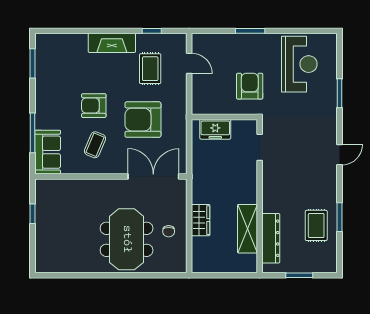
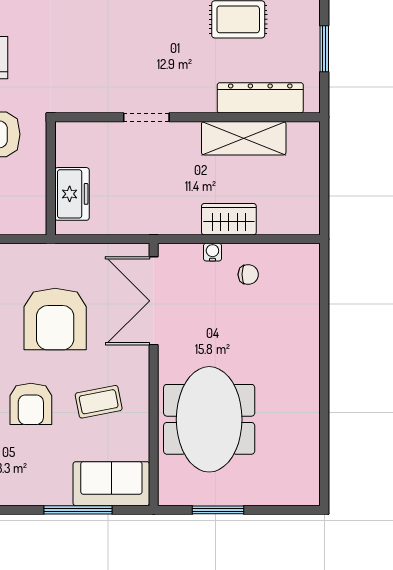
coffee table: (95, 145) -> (99, 402), turned -34
doorway: (260, 147) -> (146, 117), moved
water cooler: (182, 211) -> (212, 252), added
window: (32, 214) -> (218, 510), width x1.50
meeting table: (127, 239) -> (209, 419), moved, turned 90

